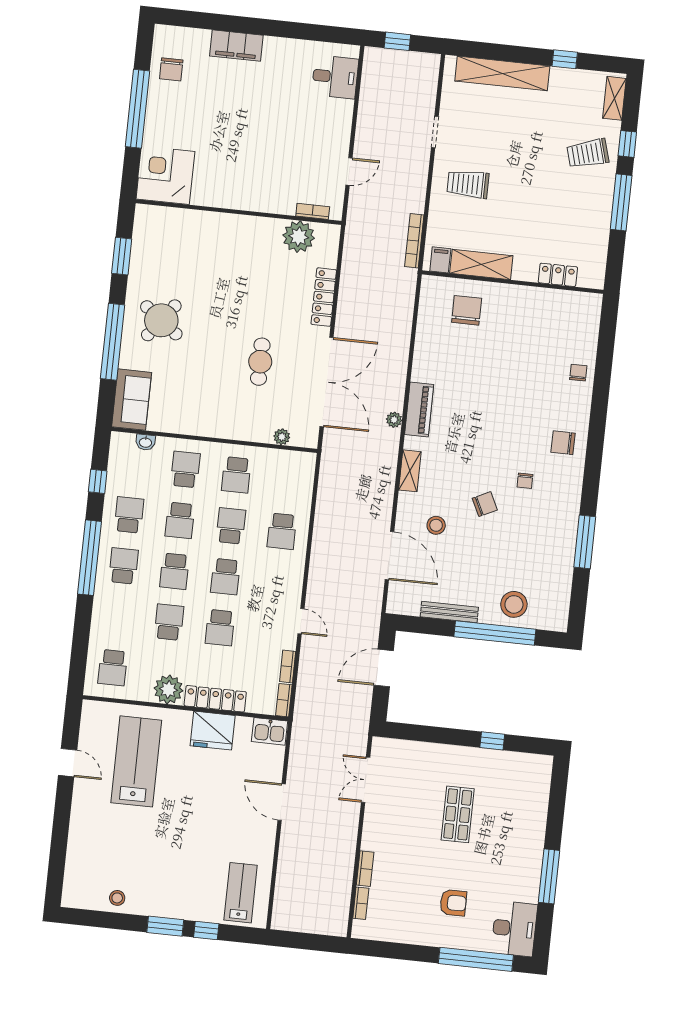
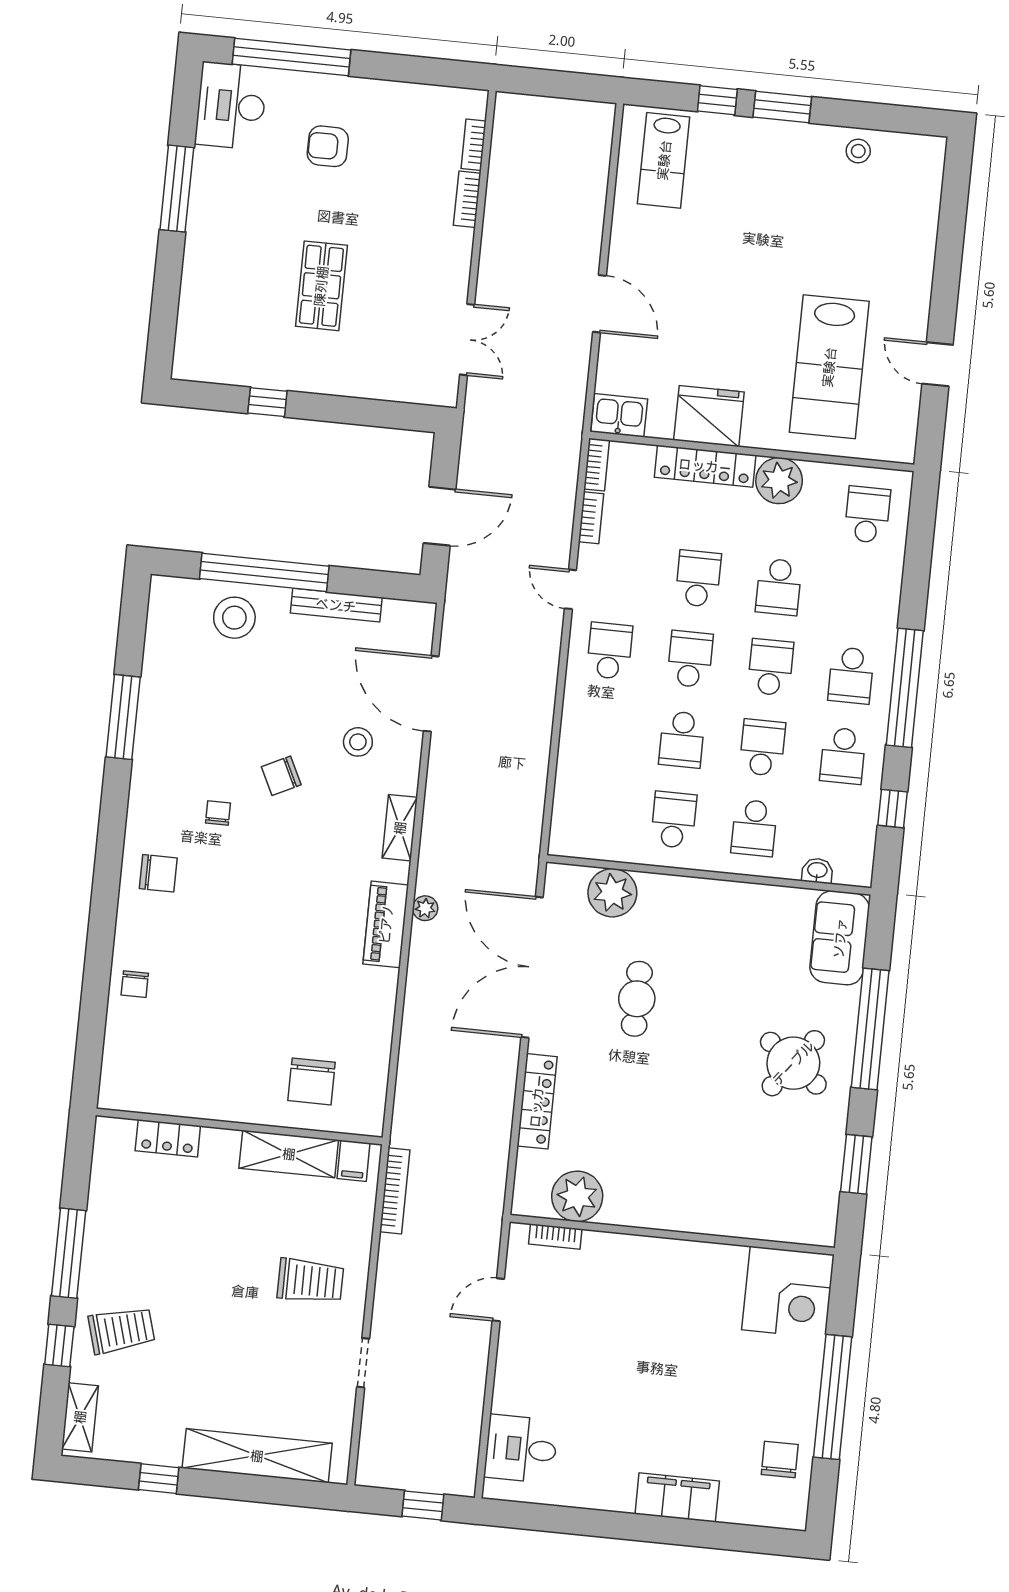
plant: (282, 437) -> (612, 893), width x1.87, depth x1.87
school desk: (282, 531) -> (610, 651), moved

